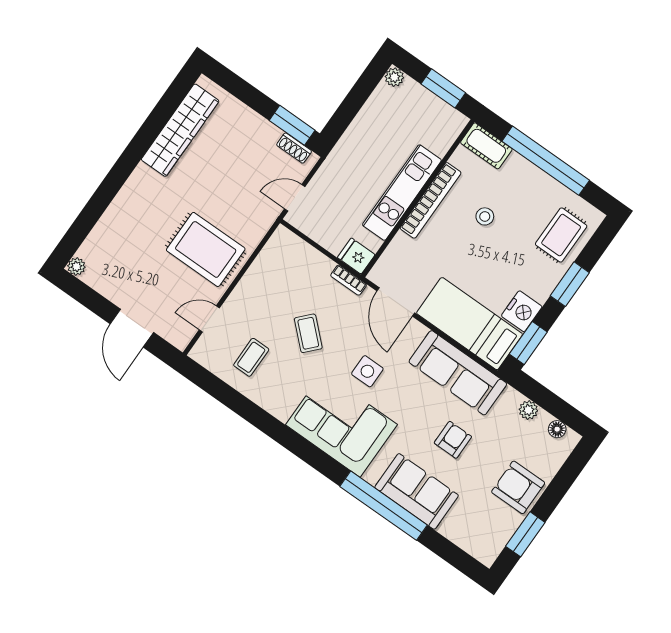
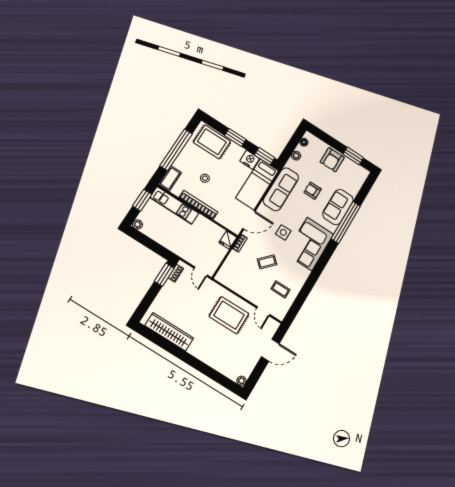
kitchen unit: (402, 193) -> (174, 205), moved
rug: (561, 235) -> (212, 142), width x1.36, depth x1.43
rug: (206, 249) -> (229, 315), turned 90

